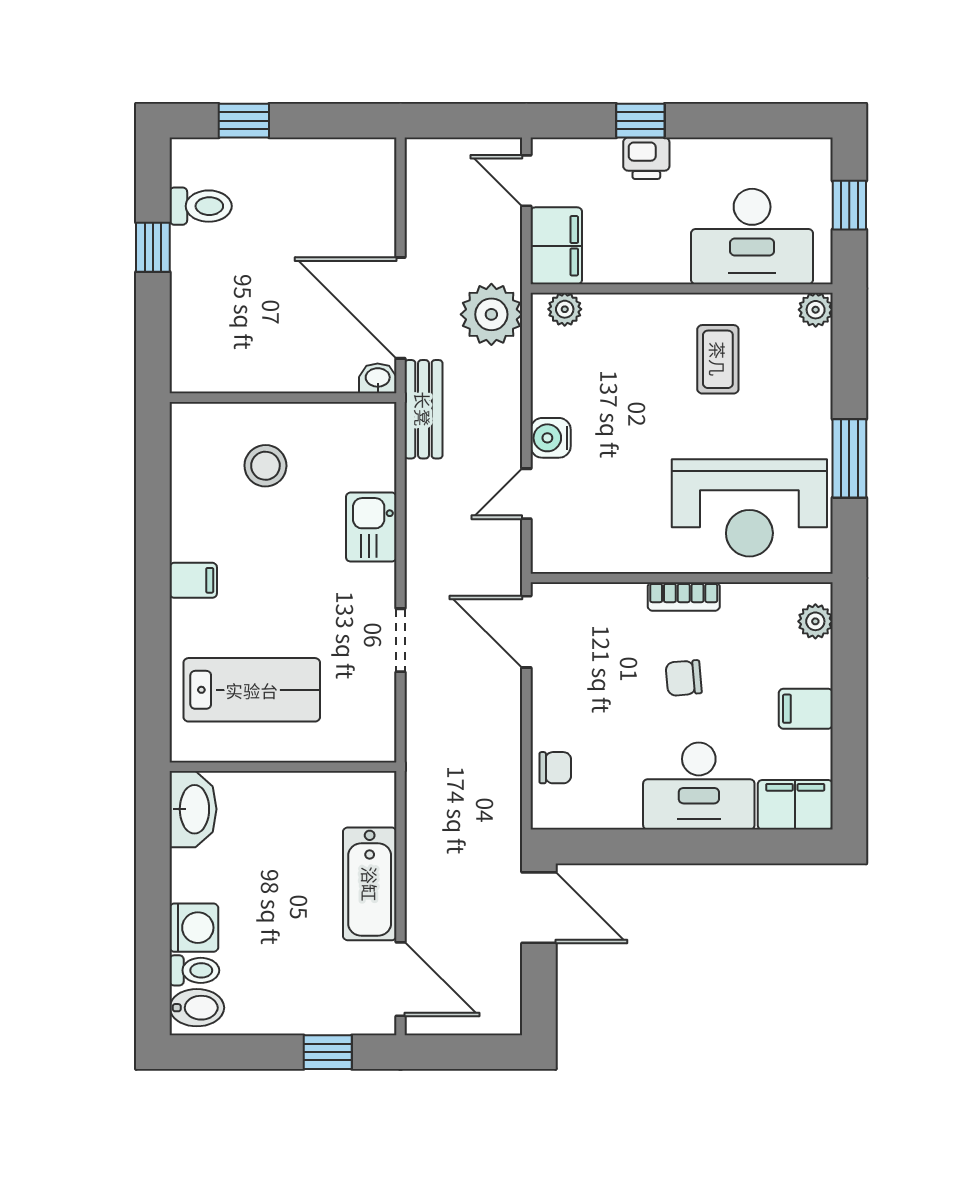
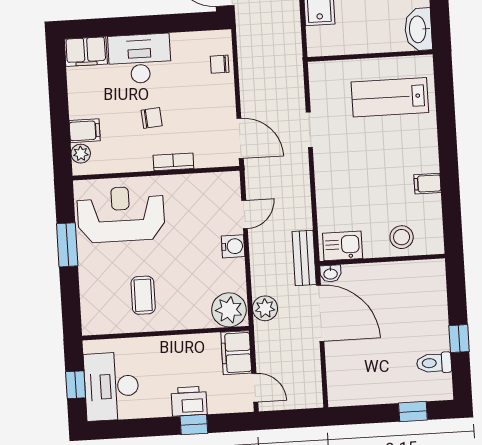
printer: (646, 158) -> (189, 401), width x1.36, depth x1.24
desk: (752, 236) -> (111, 386), moved, turned -90
plant: (565, 309) -> (229, 310), width x1.87, depth x1.87
plant: (816, 310) -> (91, 326), removed
plant: (491, 314) -> (265, 308), width x0.73, depth x0.73
stool: (265, 466) -> (402, 237), moved
kitchen sink: (371, 527) -> (343, 246), moved, turned -90
filing cabinet: (193, 580) -> (427, 184), moved
bookcase: (684, 597) -> (173, 162), moved
filing cabinet: (806, 709) -> (85, 131), moved

